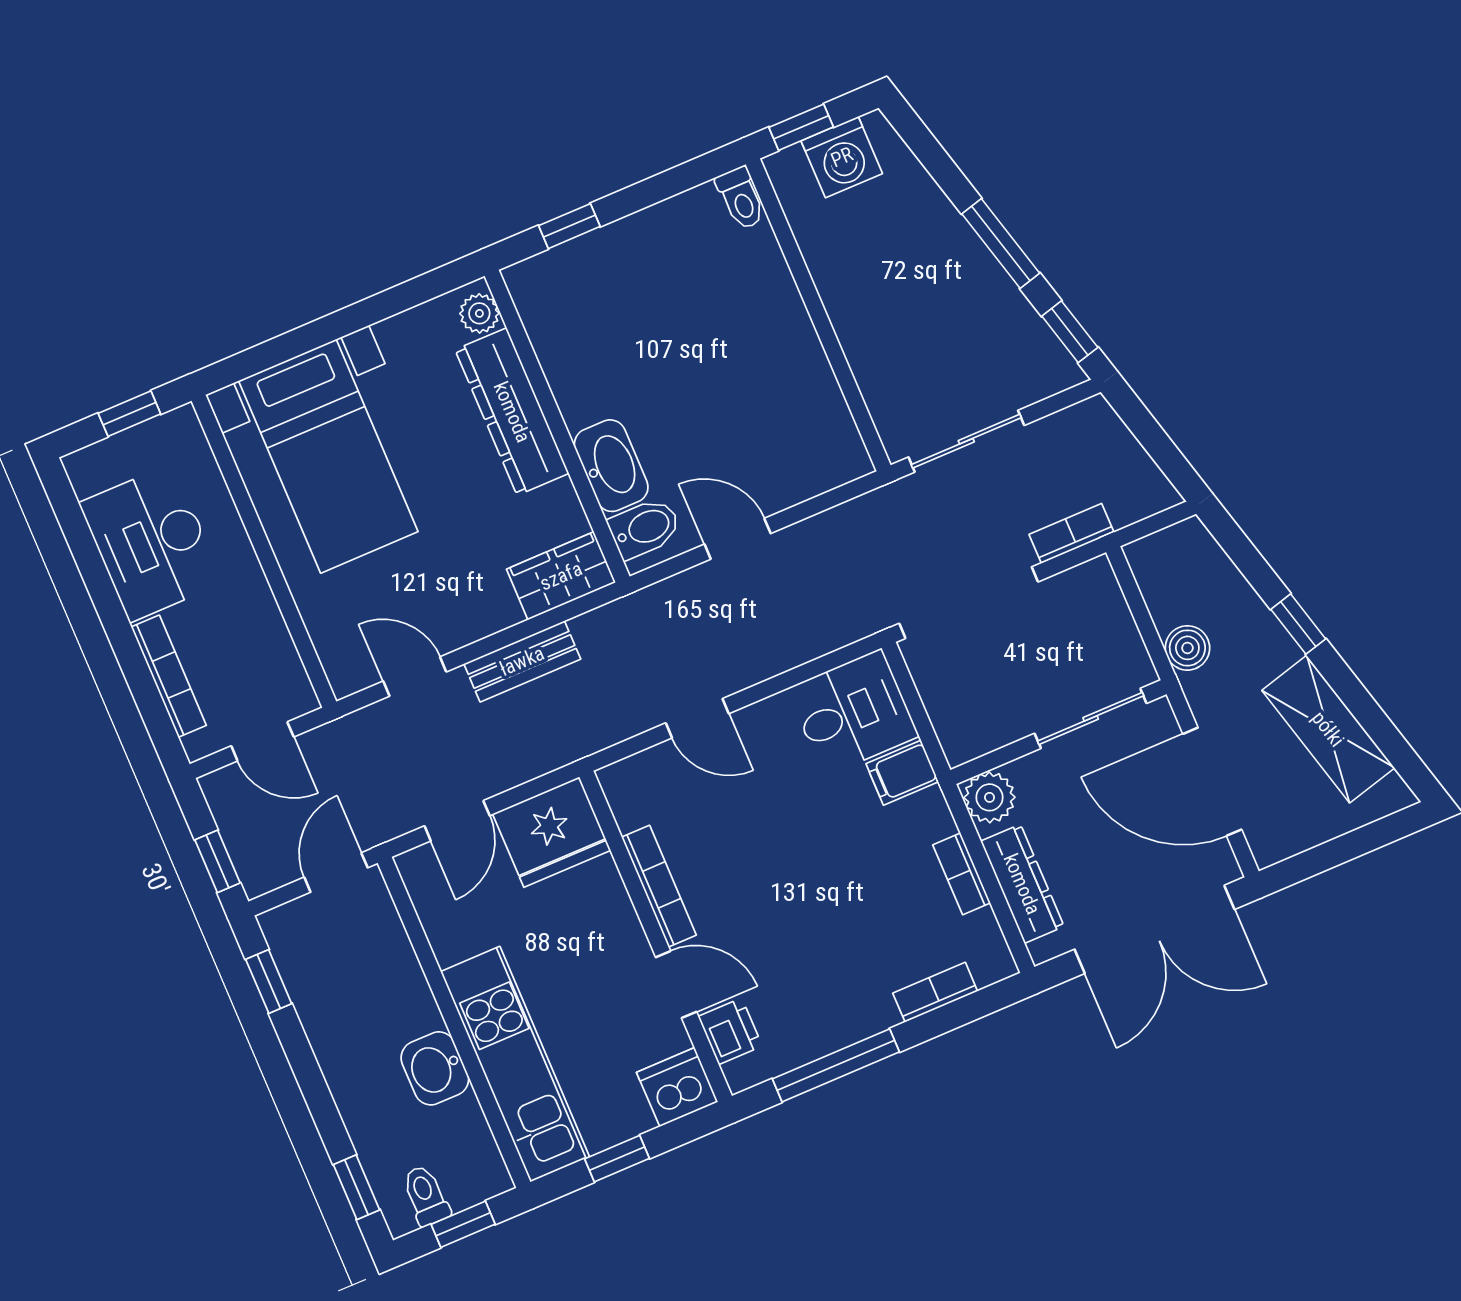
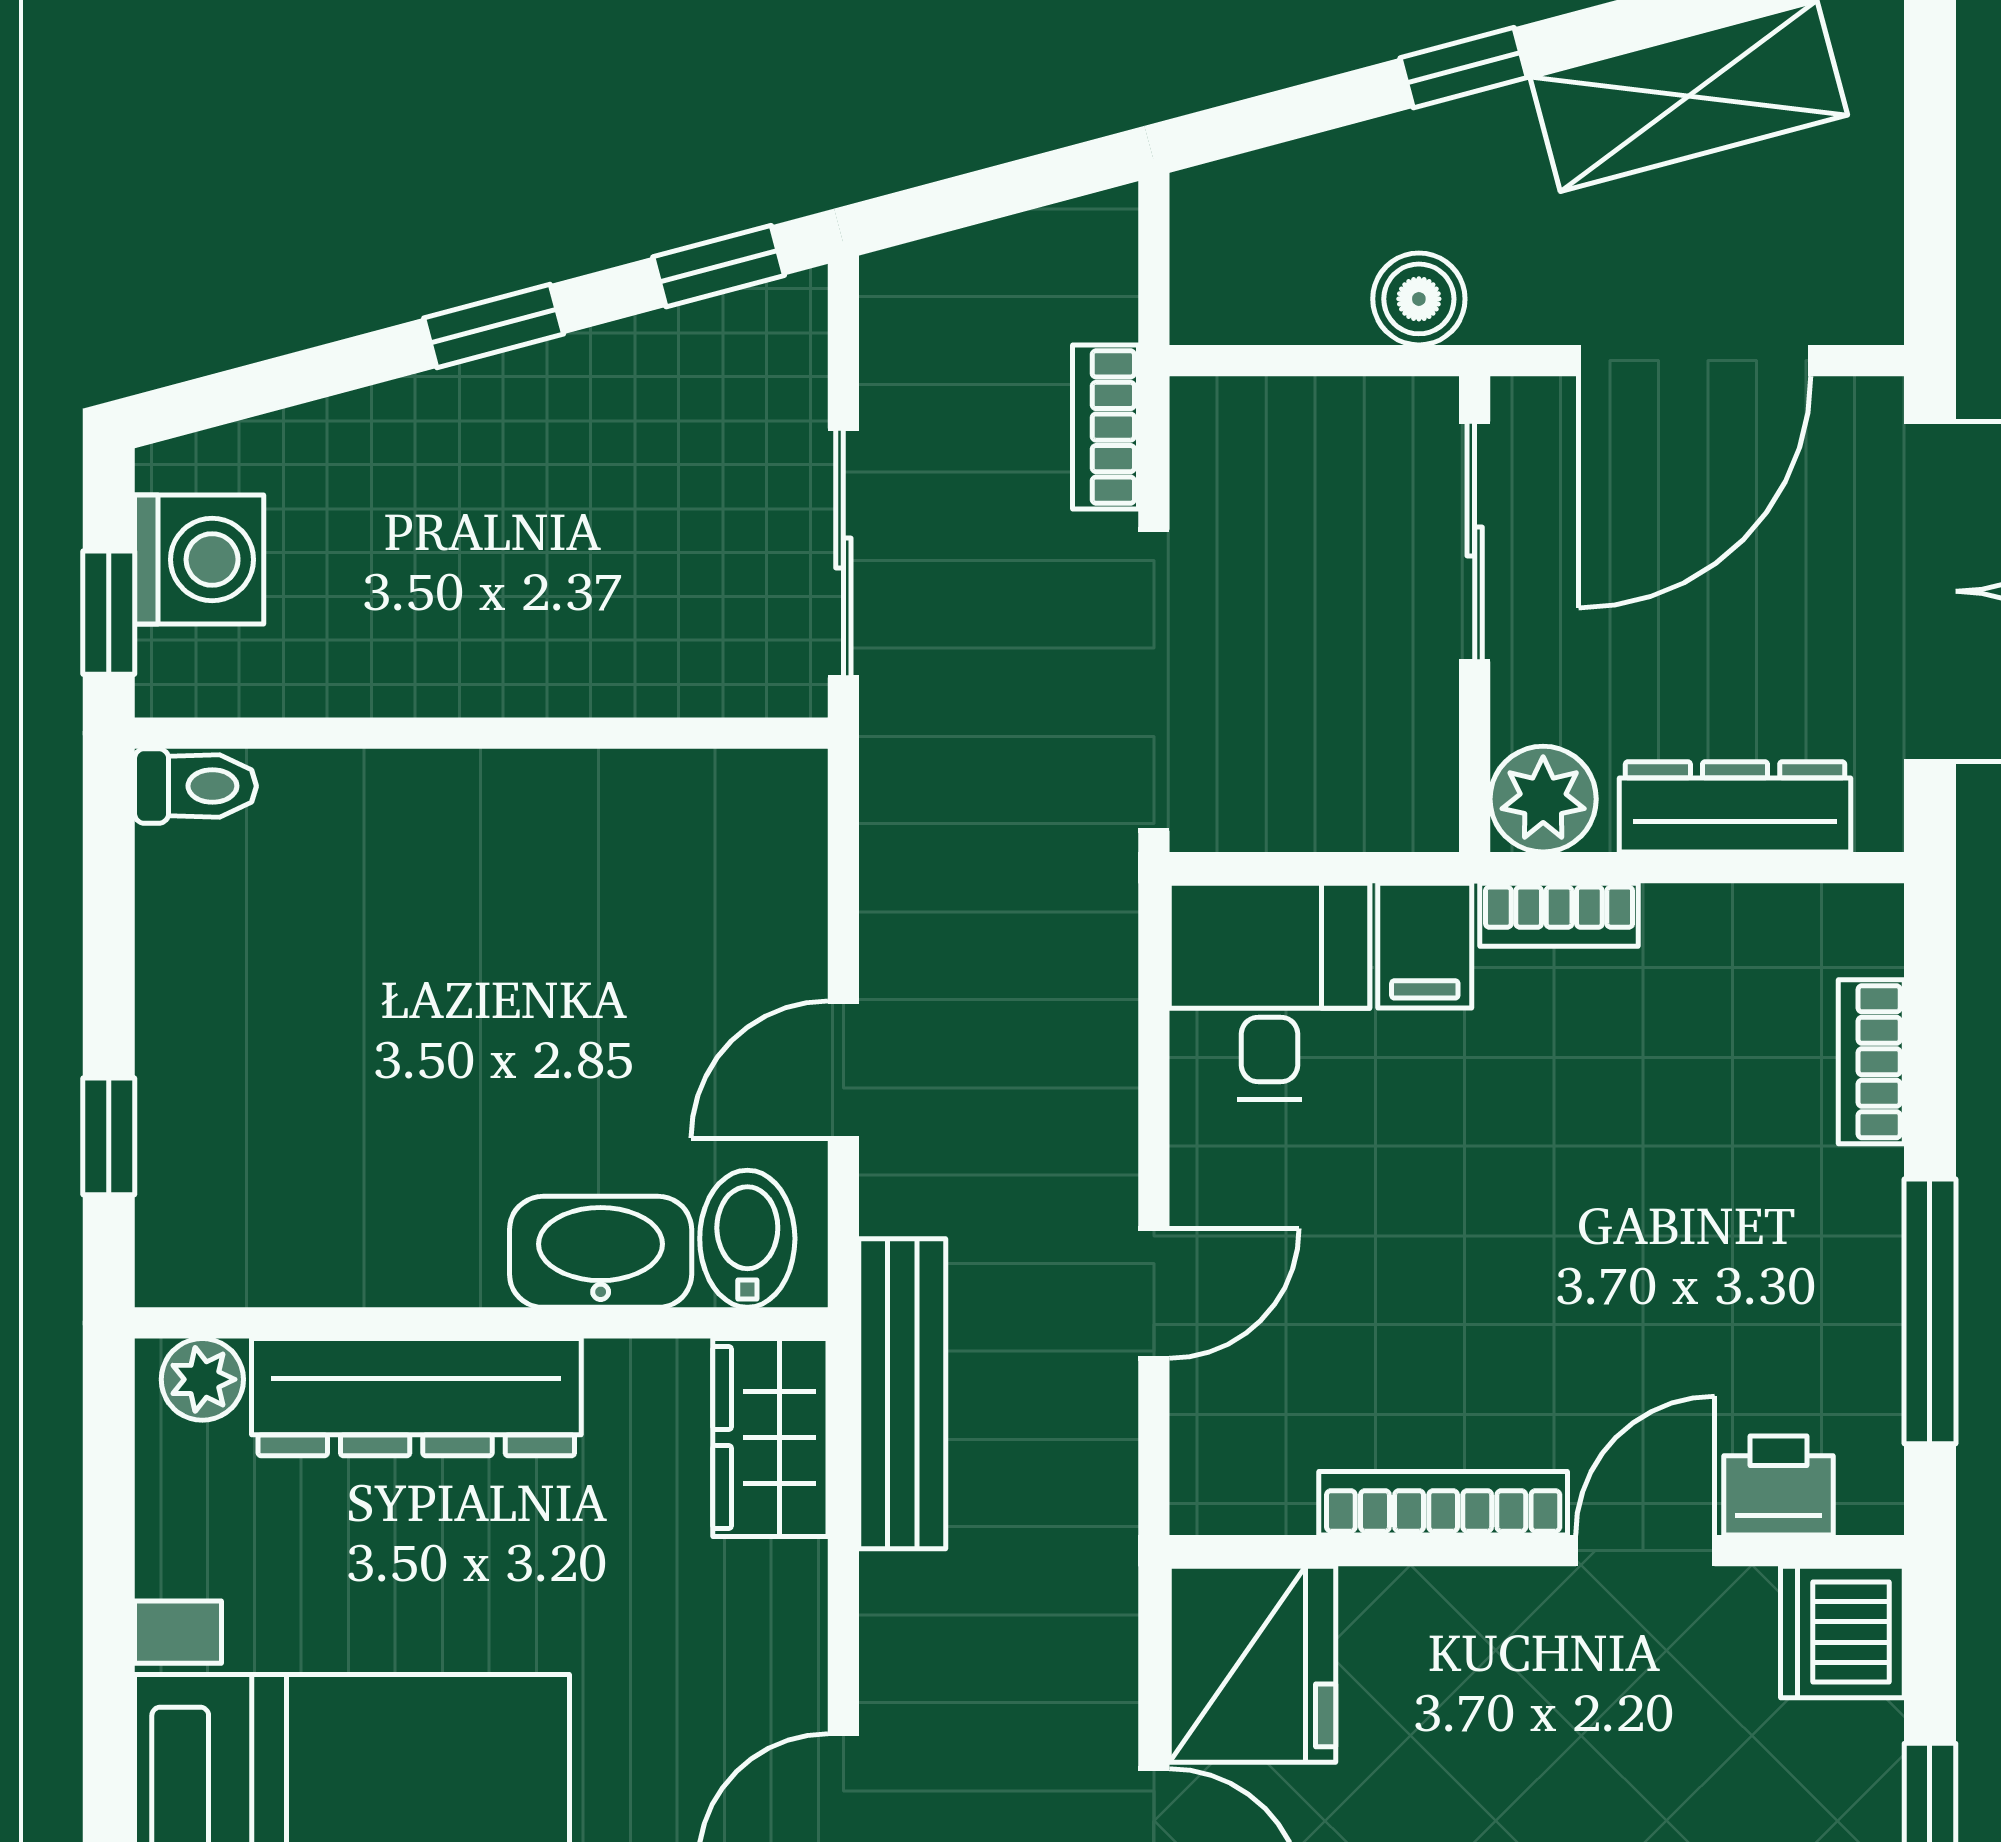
window: (1001, 243) -> (494, 326), width x0.67
bench: (522, 661) -> (902, 1394), moved, width x1.36
bookcase: (962, 874) -> (1559, 915), moved

